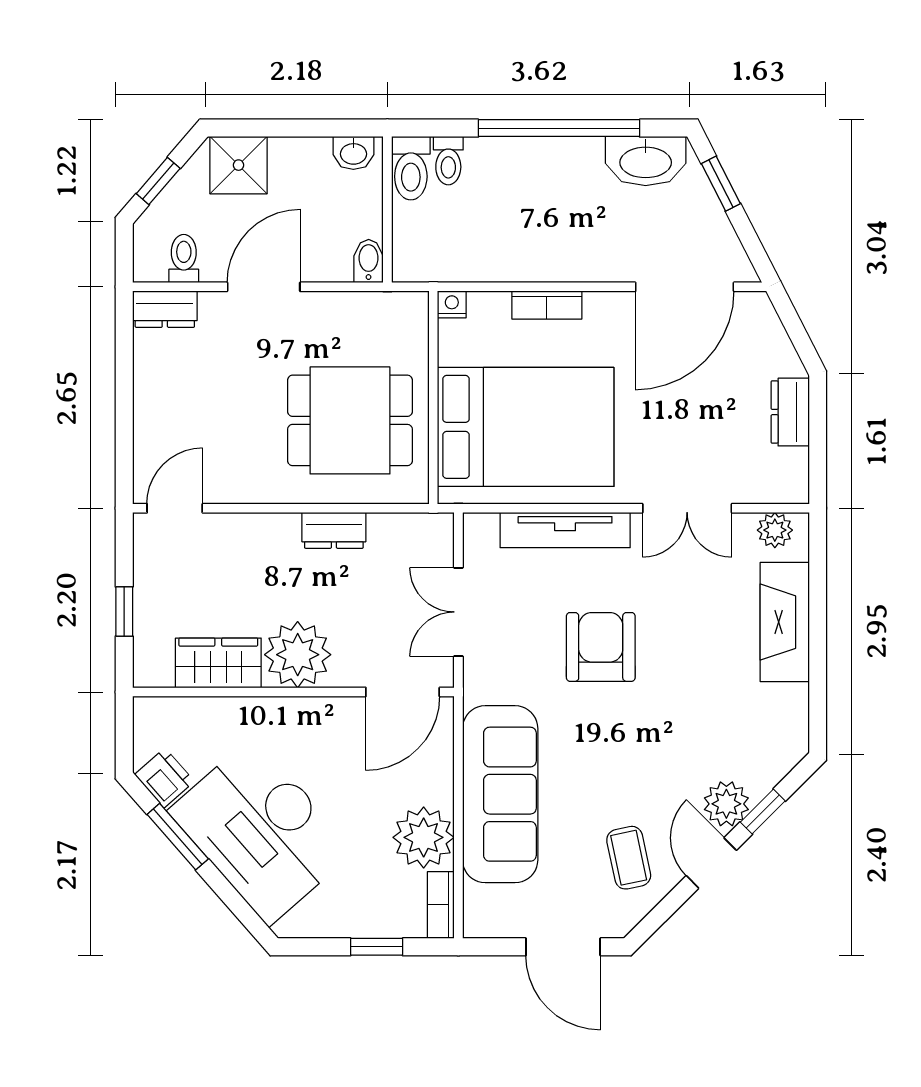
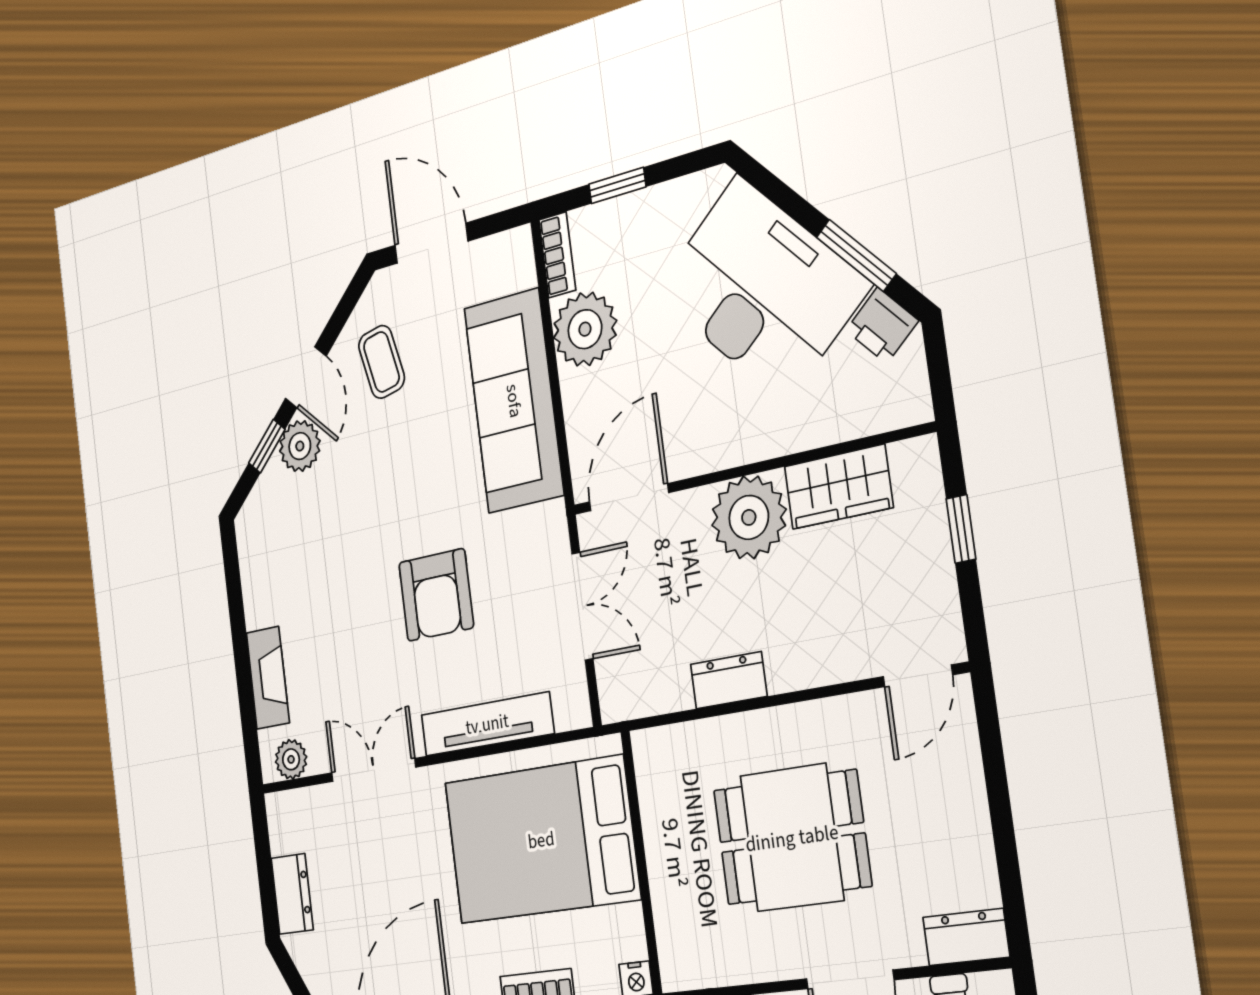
dining table: (350, 420) -> (792, 838), moved
fireplace: (785, 622) -> (268, 678), width x0.73, depth x0.76

